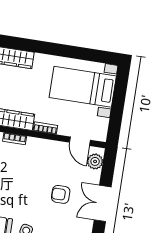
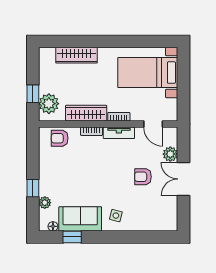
tv unit: (43, 145) -> (119, 133), added
plant: (95, 161) -> (170, 154), moved

